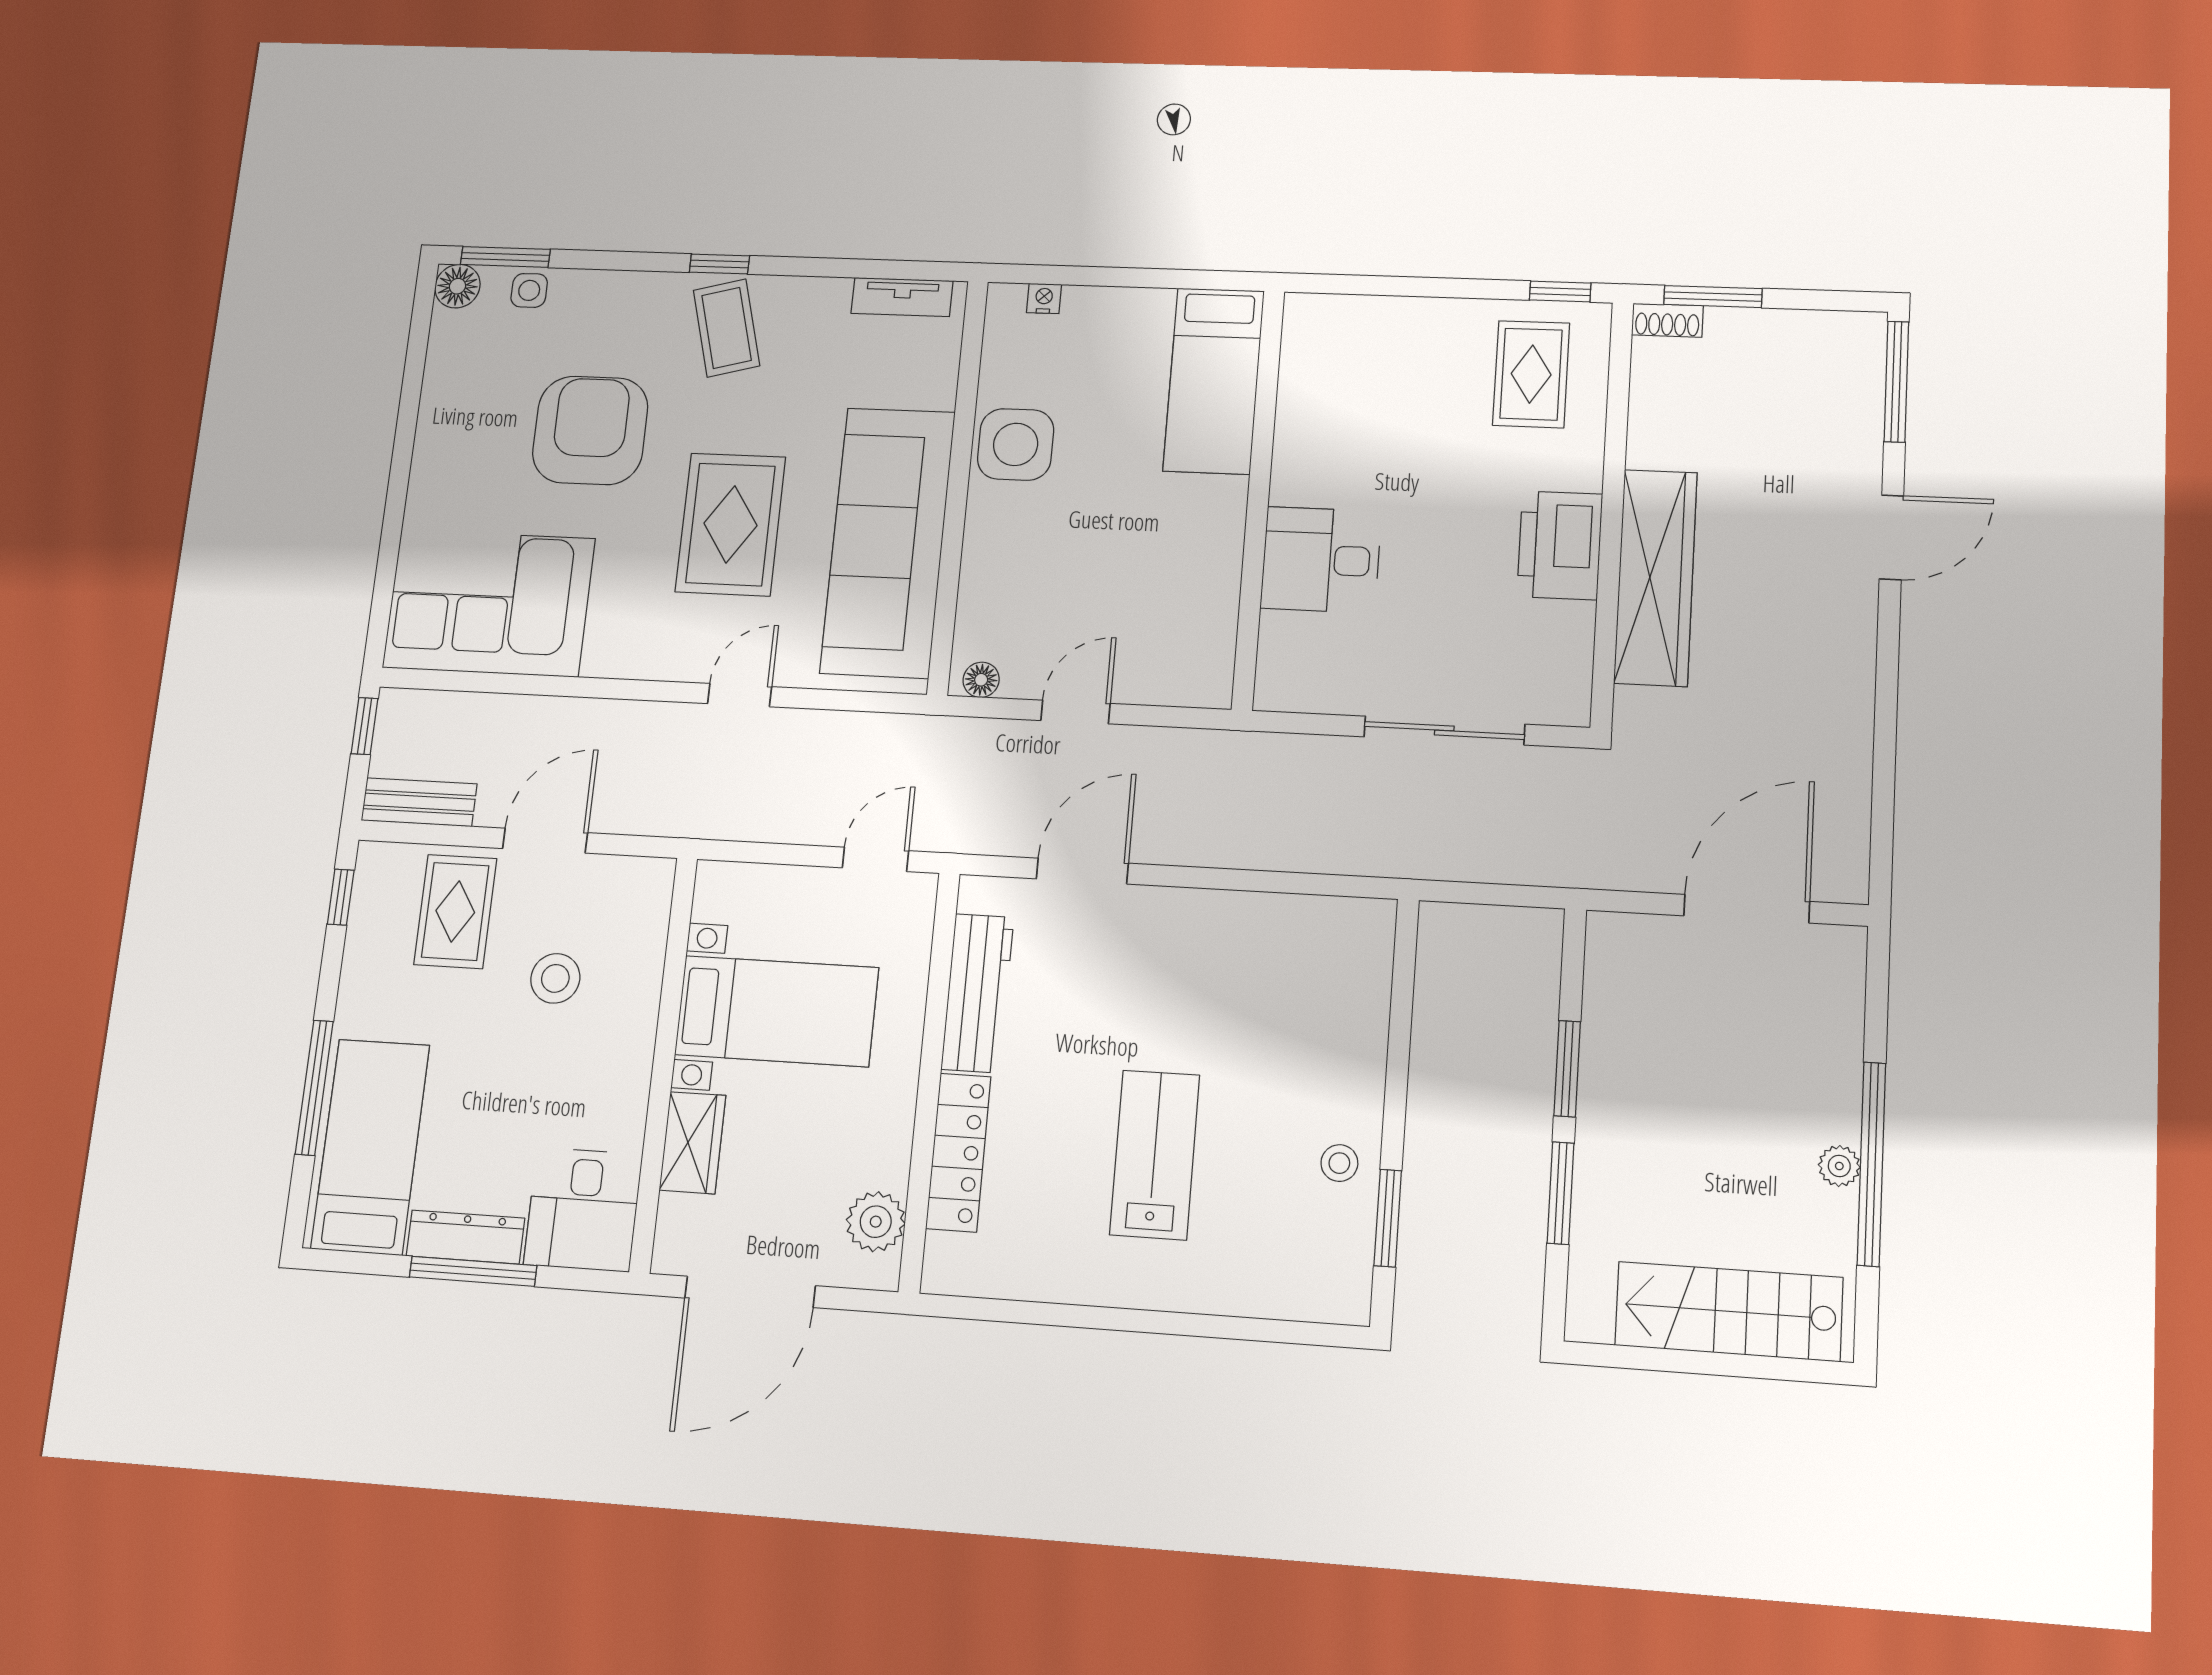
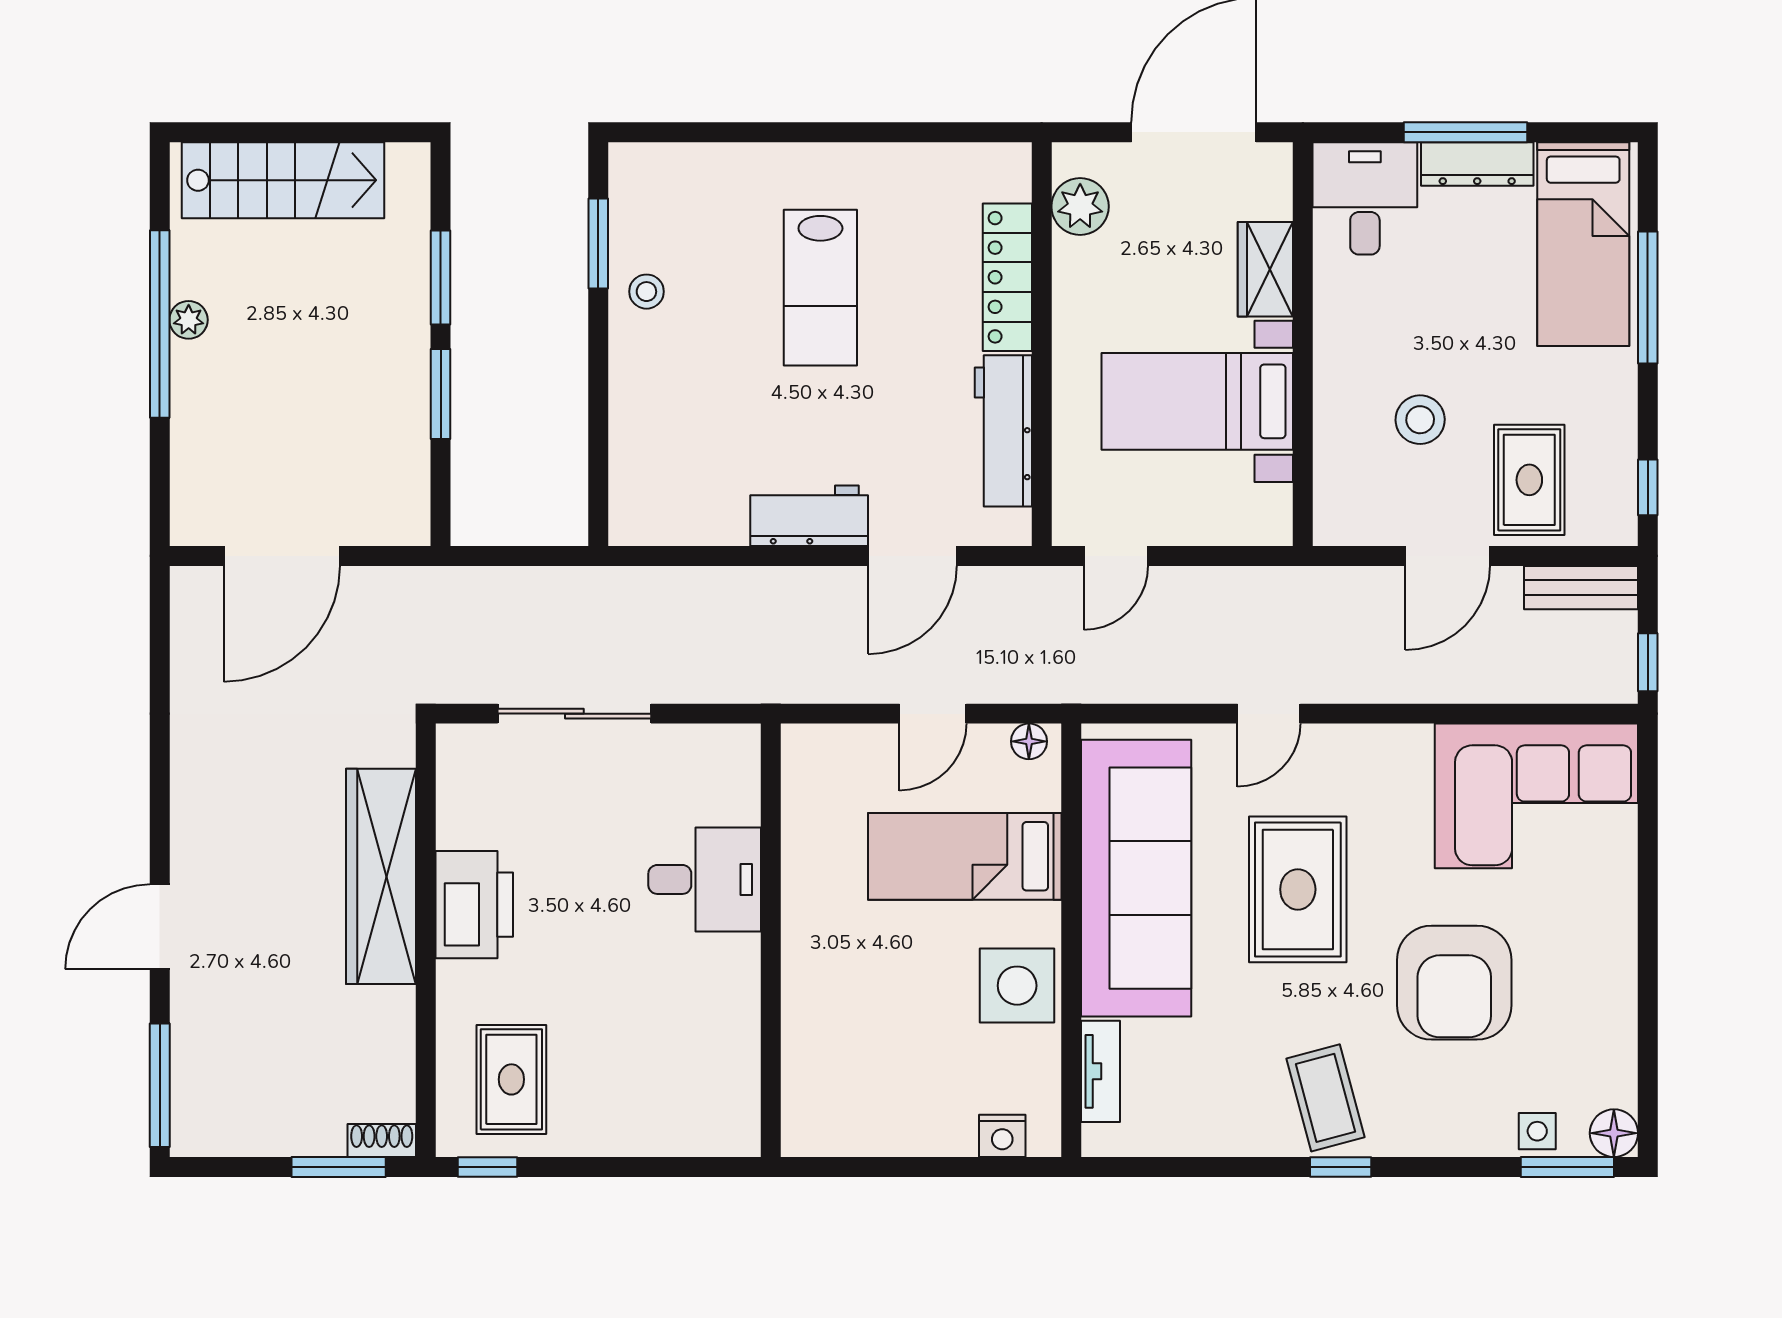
tv unit: (902, 297) -> (1100, 1071), moved, turned 90
nightstand: (1044, 298) -> (1002, 1136), width x1.39, depth x1.35
bed: (1214, 381) -> (965, 856), moved, turned -90
workbench: (1186, 918) -> (809, 516), added

